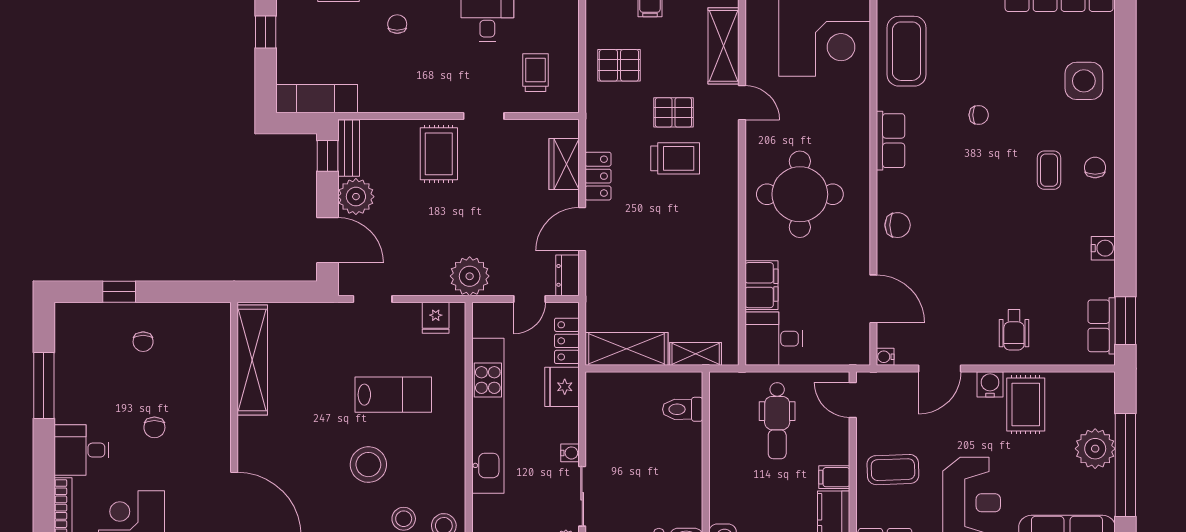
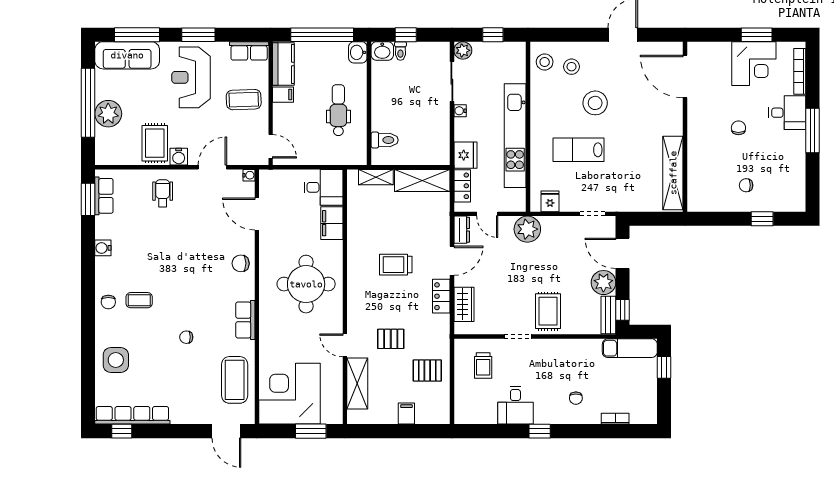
window: (266, 32) -> (664, 367), moved
trolley: (675, 158) -> (396, 265), moved
coffee table: (1049, 170) -> (139, 300), turned 90
door: (529, 299) -> (487, 214), swing flipped
chair: (143, 342) -> (746, 185), turned -90
window: (44, 386) -> (813, 131), moved
dental chair: (777, 421) -> (338, 110), moved

